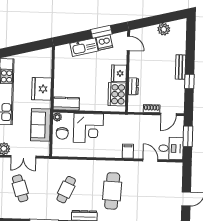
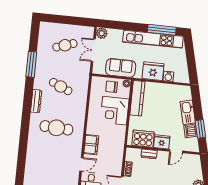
door: (128, 43) -> (176, 151), moved
water cooler: (46, 71) -> (168, 76), added
kitchen counter: (66, 104) -> (137, 98), width x1.50
filing cabinet: (128, 151) -> (91, 145), width x2.00

